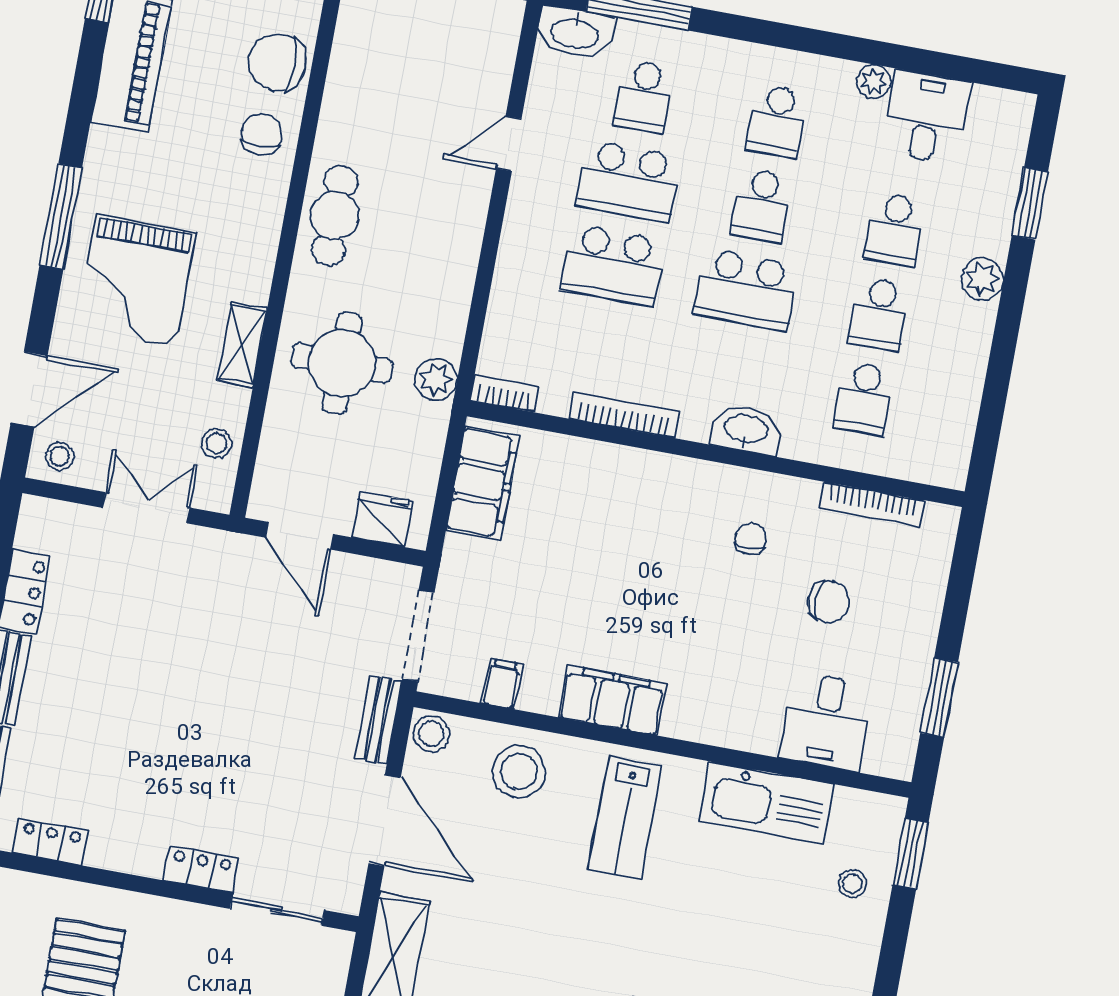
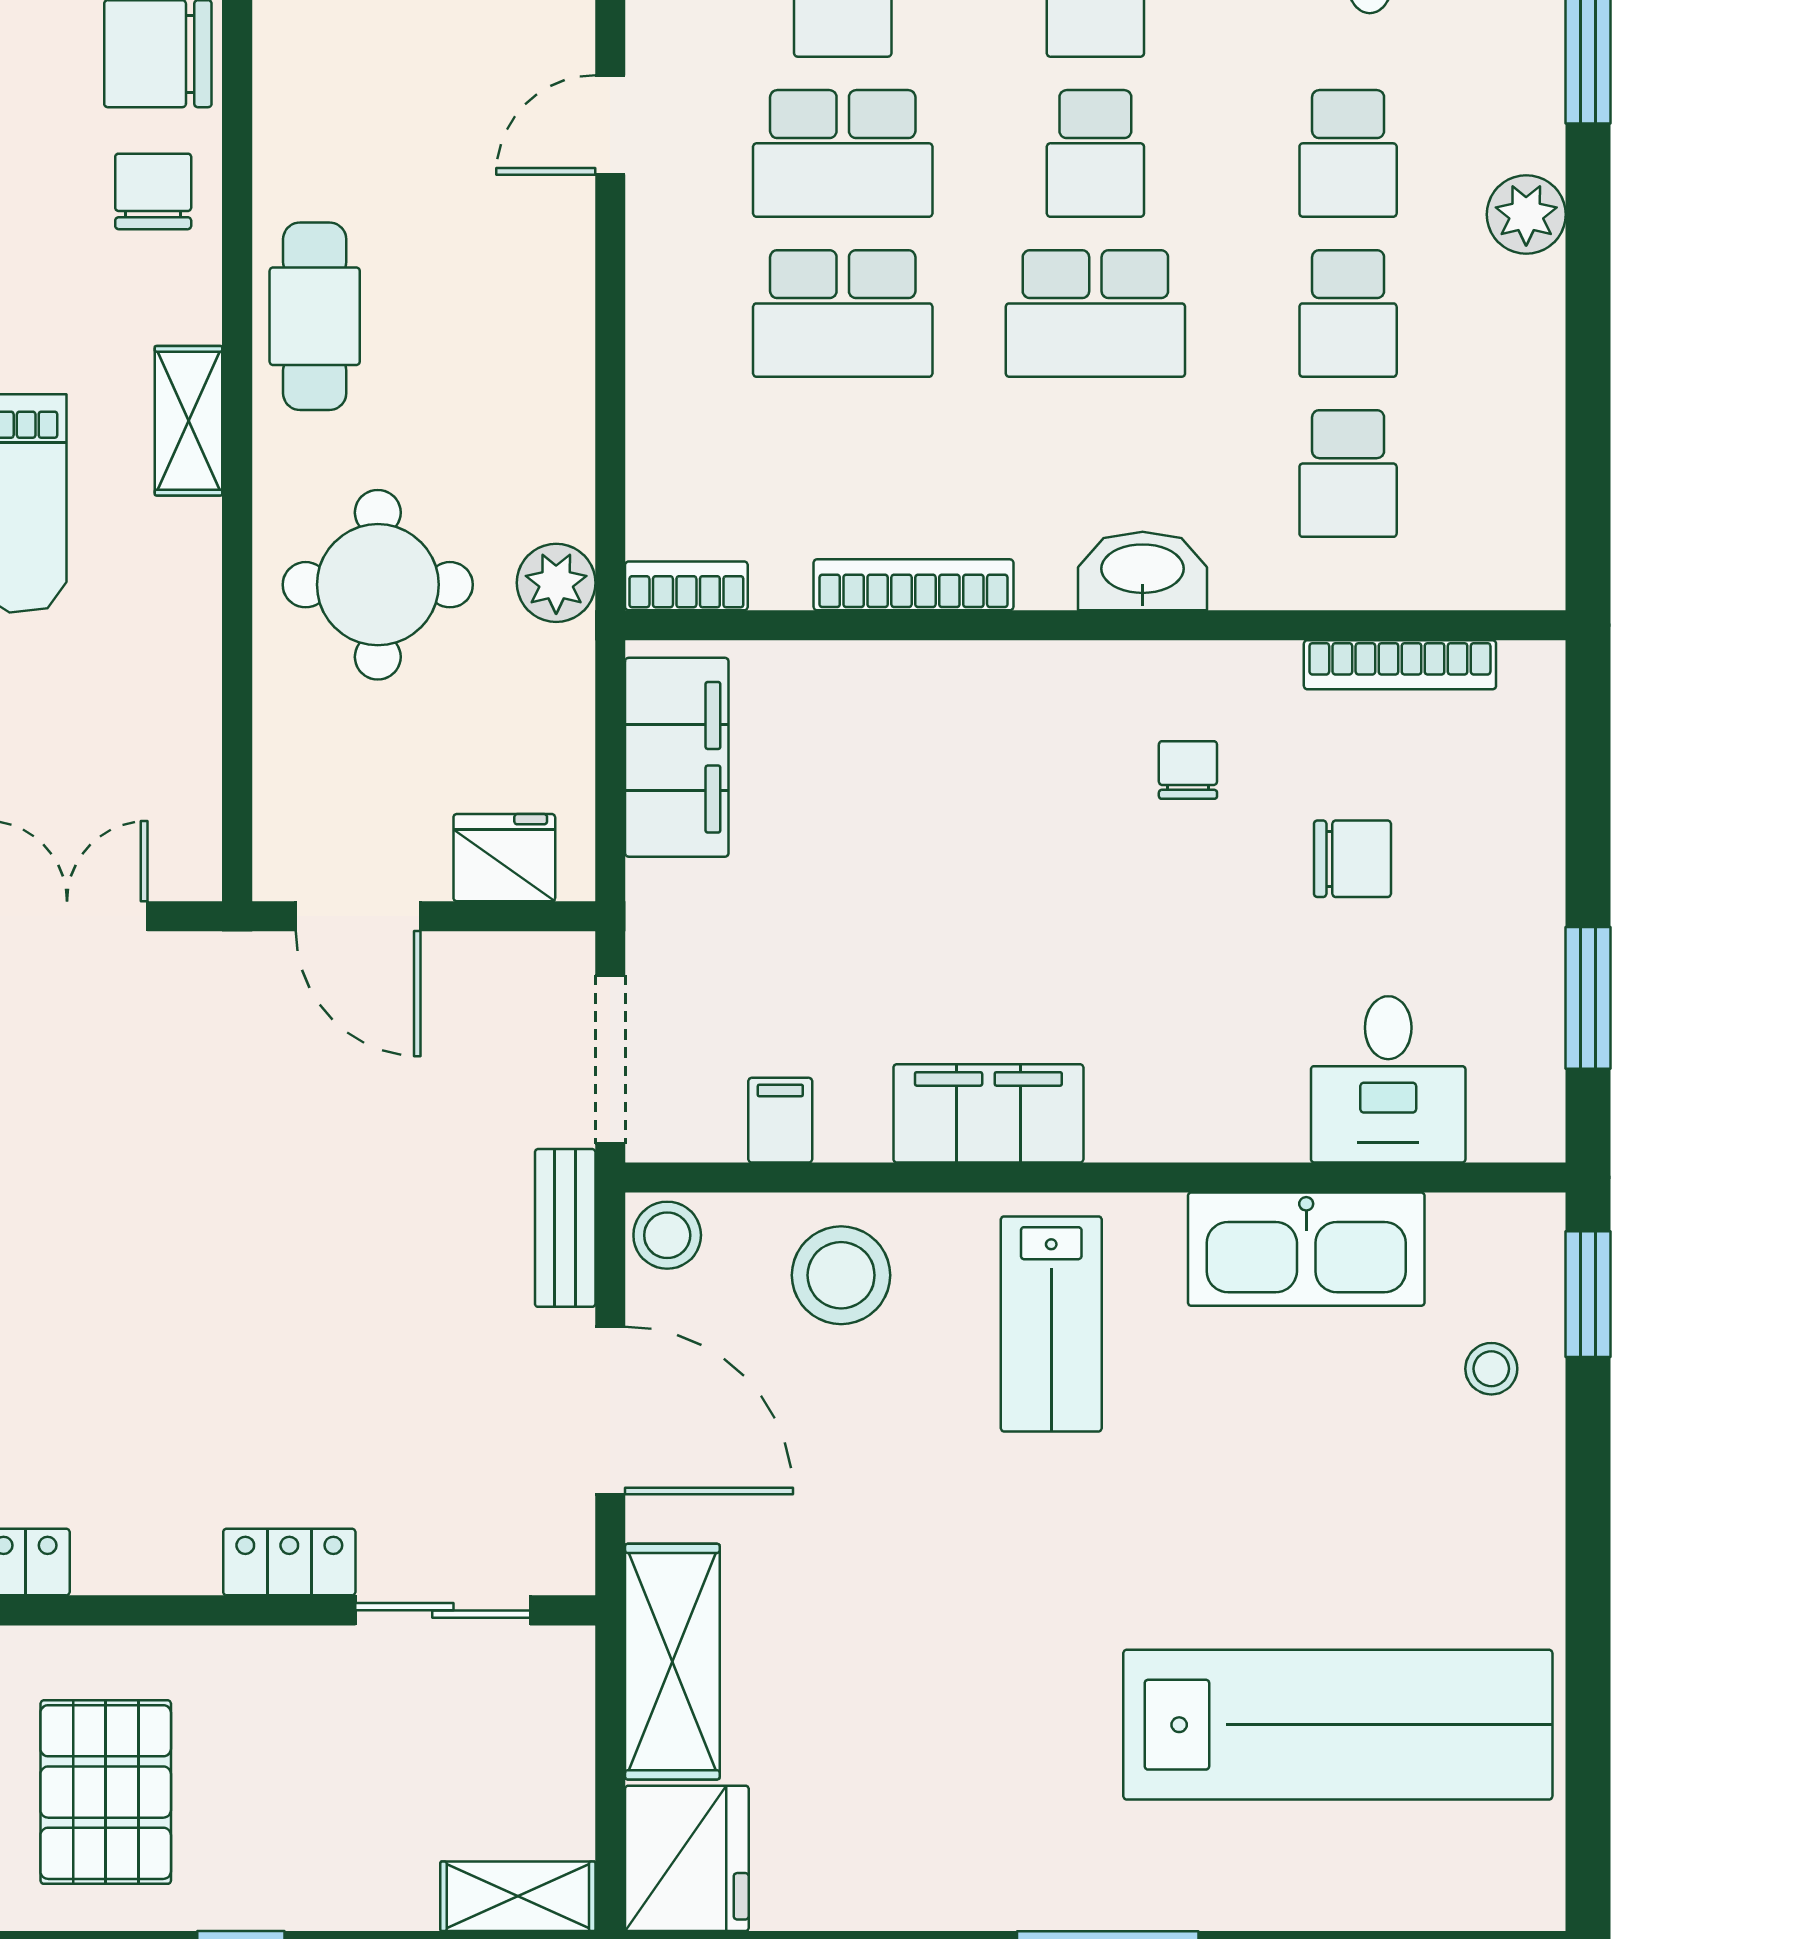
shelving: (242, 345) -> (189, 421), moved
stool: (216, 443) -> (174, 774), removed

